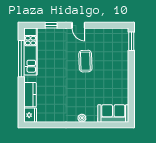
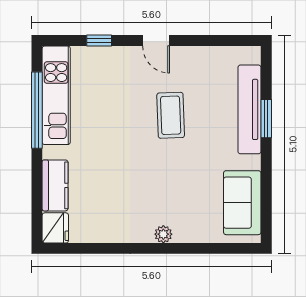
window: (131, 41) -> (266, 119), moved
tv unit: (123, 58) -> (249, 109), added
sofa: (113, 113) -> (242, 203), moved, turned -90

